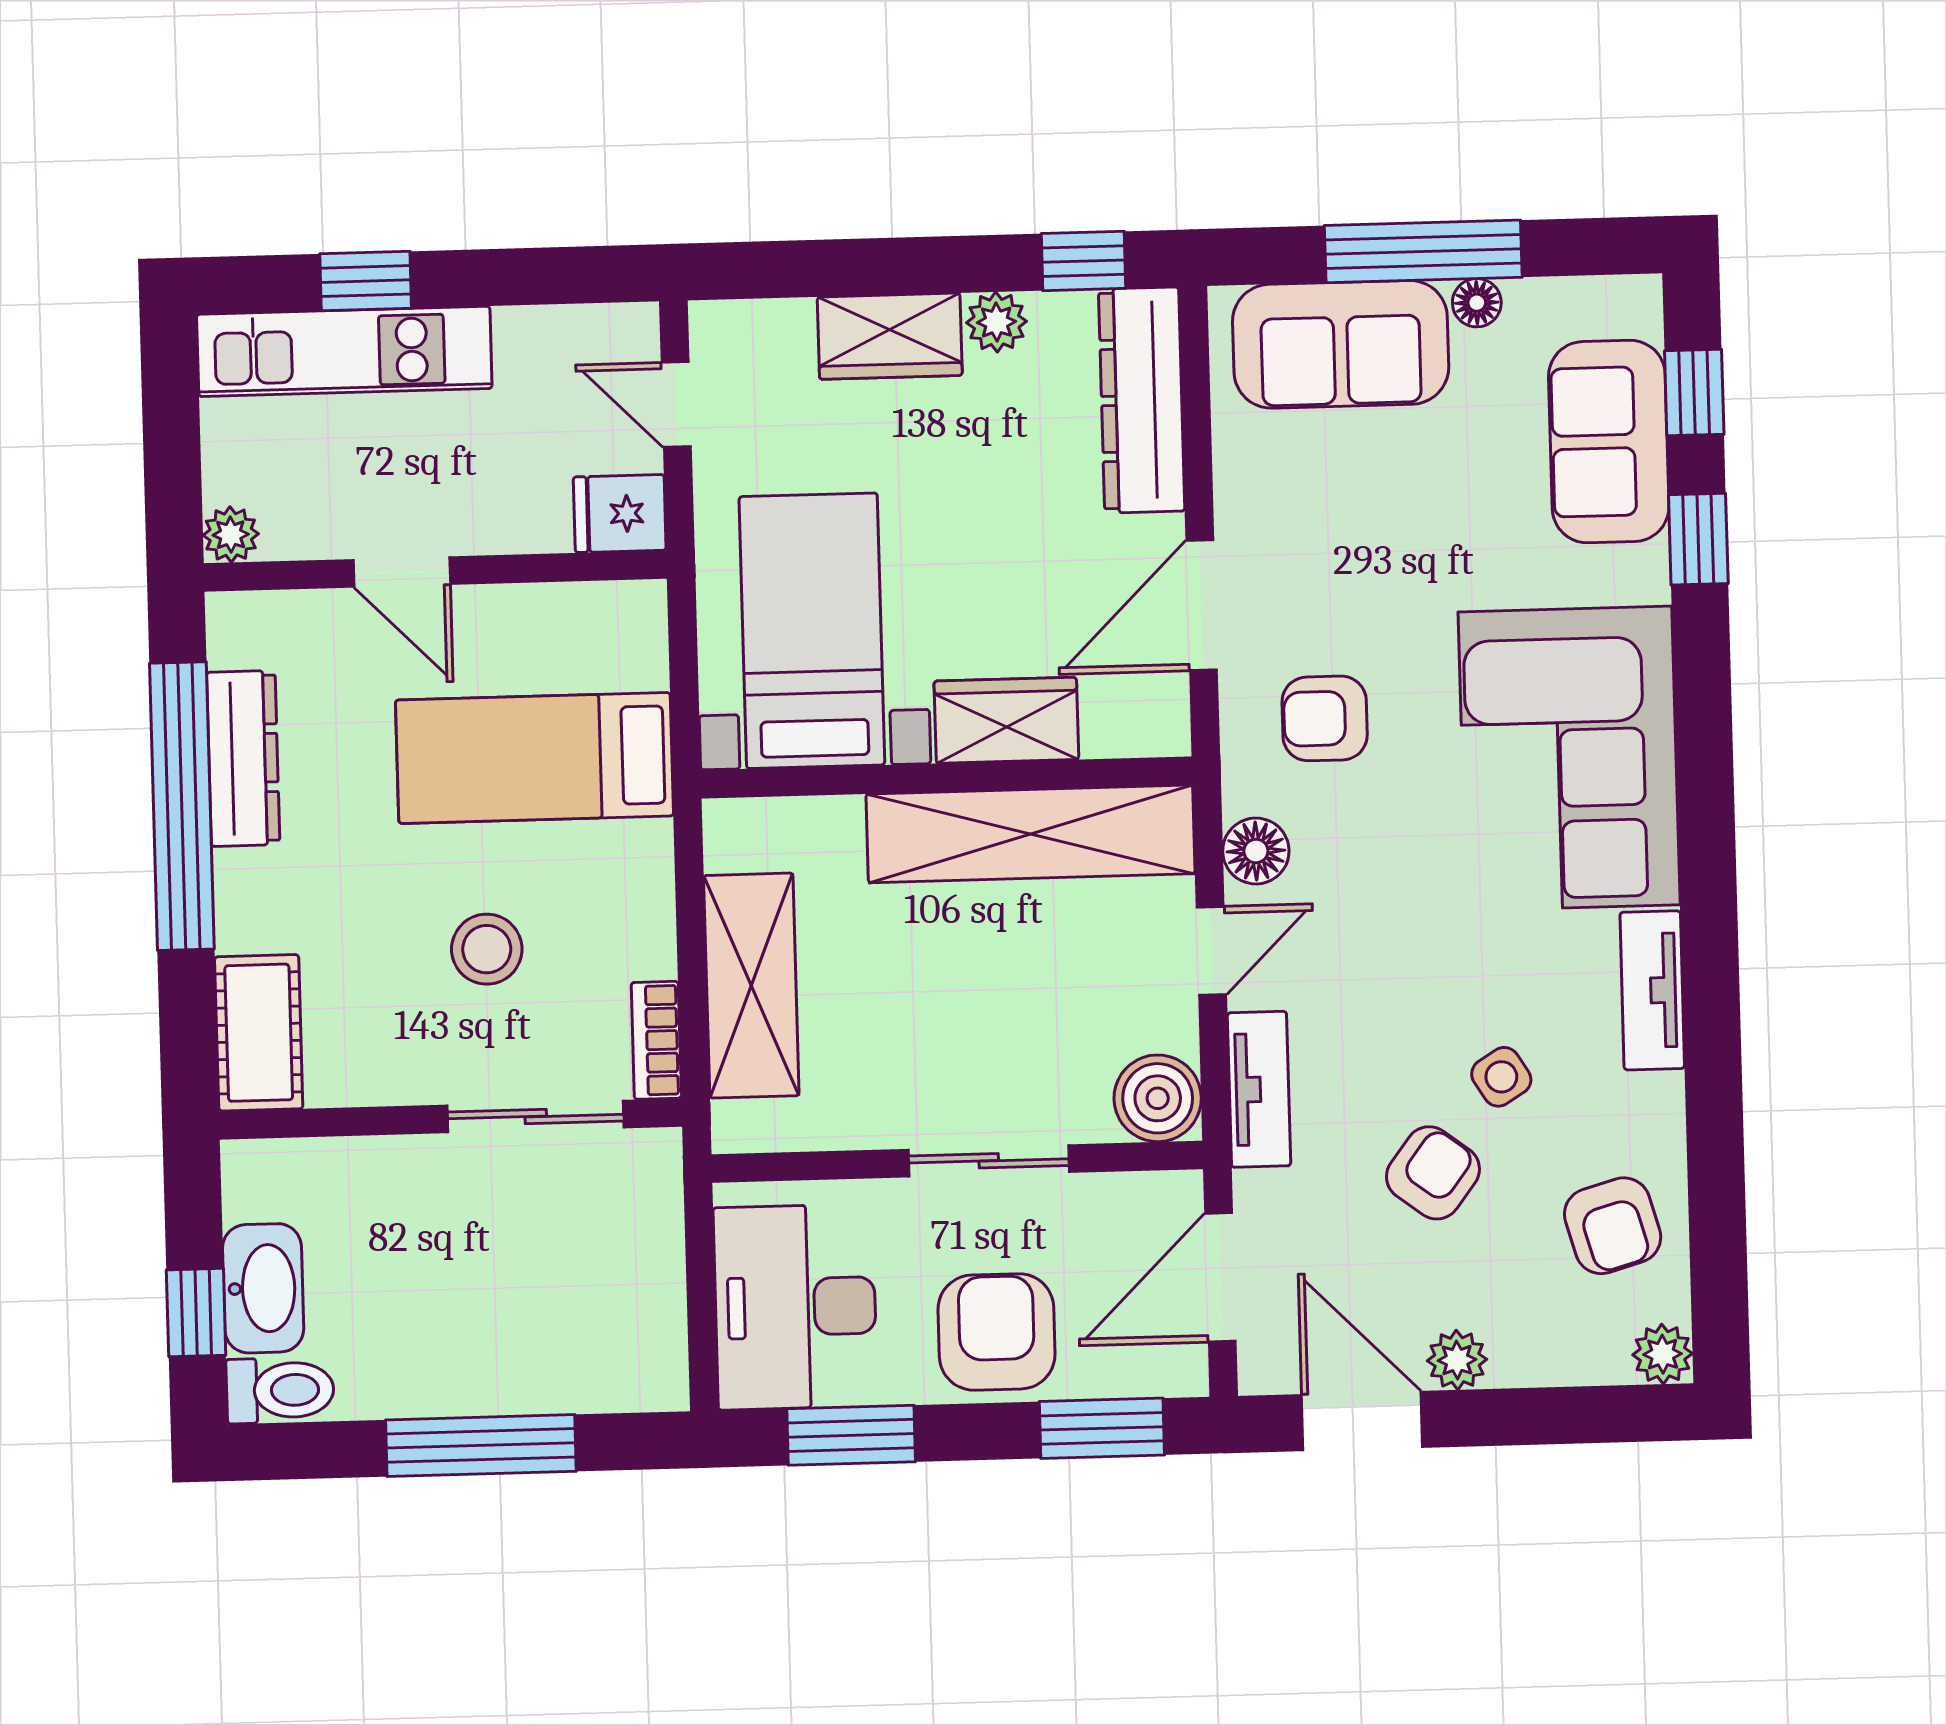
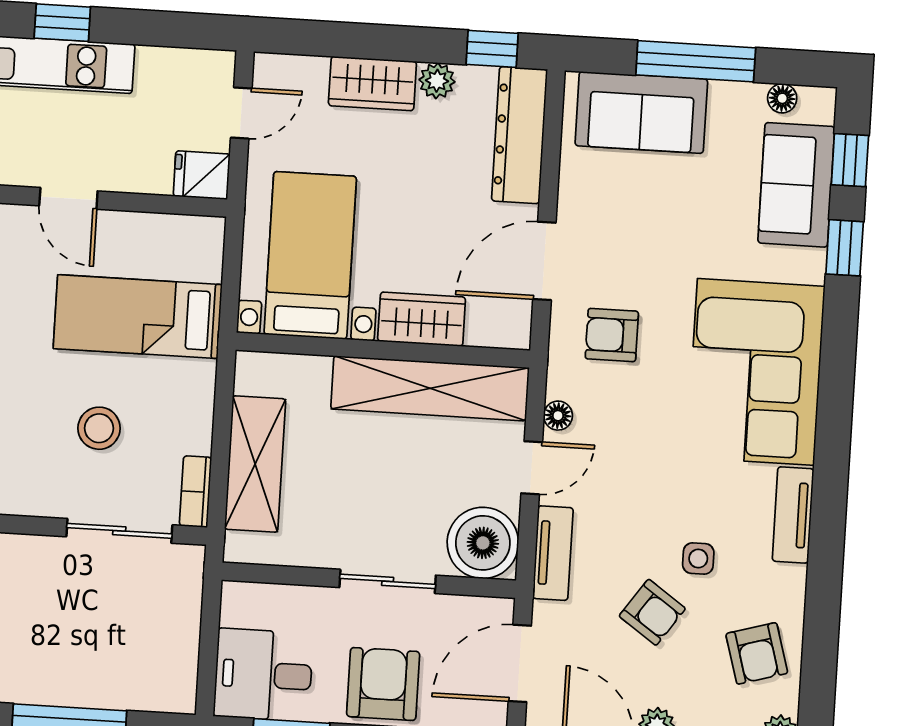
floor lamp: (1477, 303) -> (782, 98), moved
door: (676, 405) -> (241, 113), swing flipped
floor lamp: (1256, 851) -> (558, 416), width x0.73, depth x0.73
side table: (1501, 1077) -> (698, 559), turned 32
boiler: (1158, 1098) -> (483, 543), width x1.37, depth x1.37
armchair: (1433, 1173) -> (652, 612), turned 88
desk: (795, 1307) -> (263, 675), width x0.73

